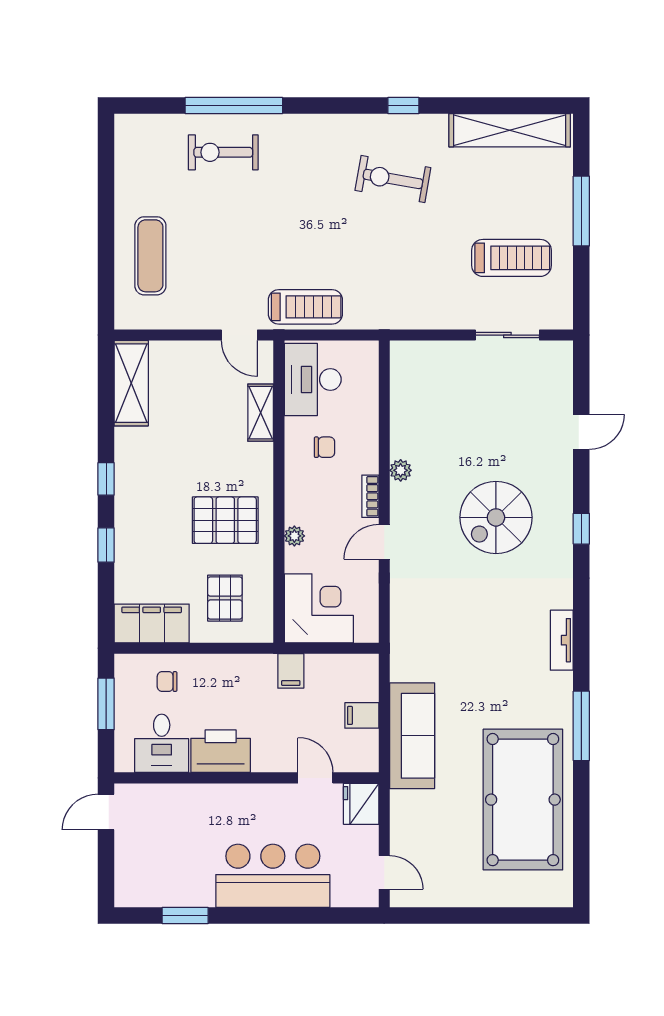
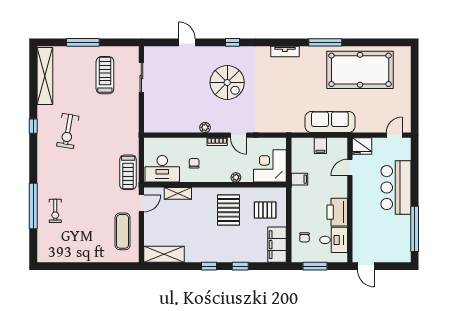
exercise bike: (223, 152) -> (55, 211), width x0.73, depth x0.72
exercise mat: (150, 256) -> (123, 231), moved, turned 90
treadmill: (305, 307) -> (128, 172), turned 180
window: (185, 916) -> (415, 229), width x2.11

